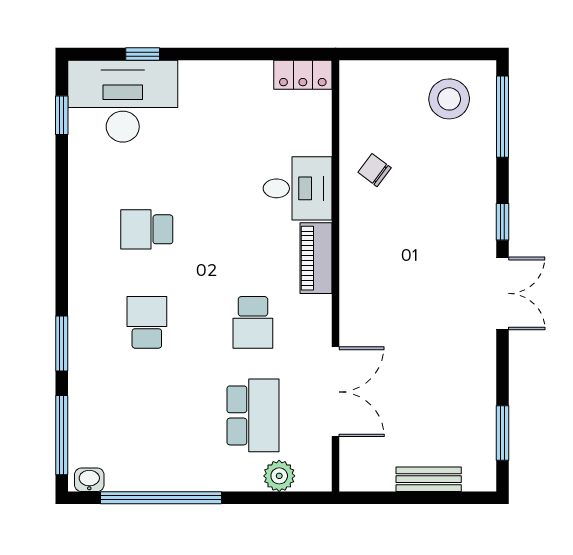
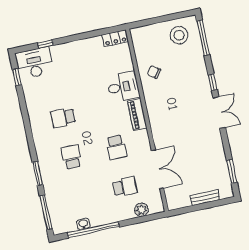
desk: (123, 101) -> (34, 63), width x0.73, depth x0.77
school desk: (253, 415) -> (125, 187), width x0.54
washbasin: (89, 480) -> (83, 224), moved

